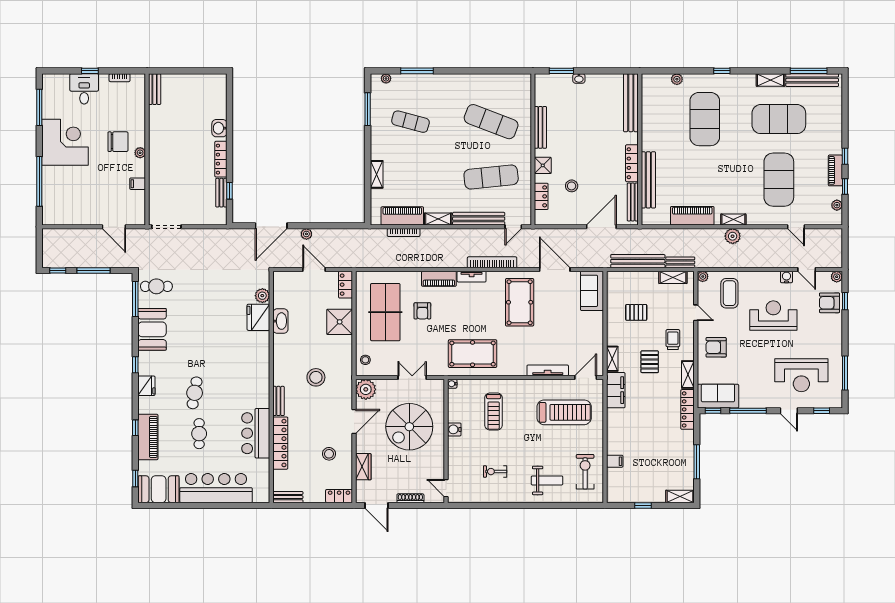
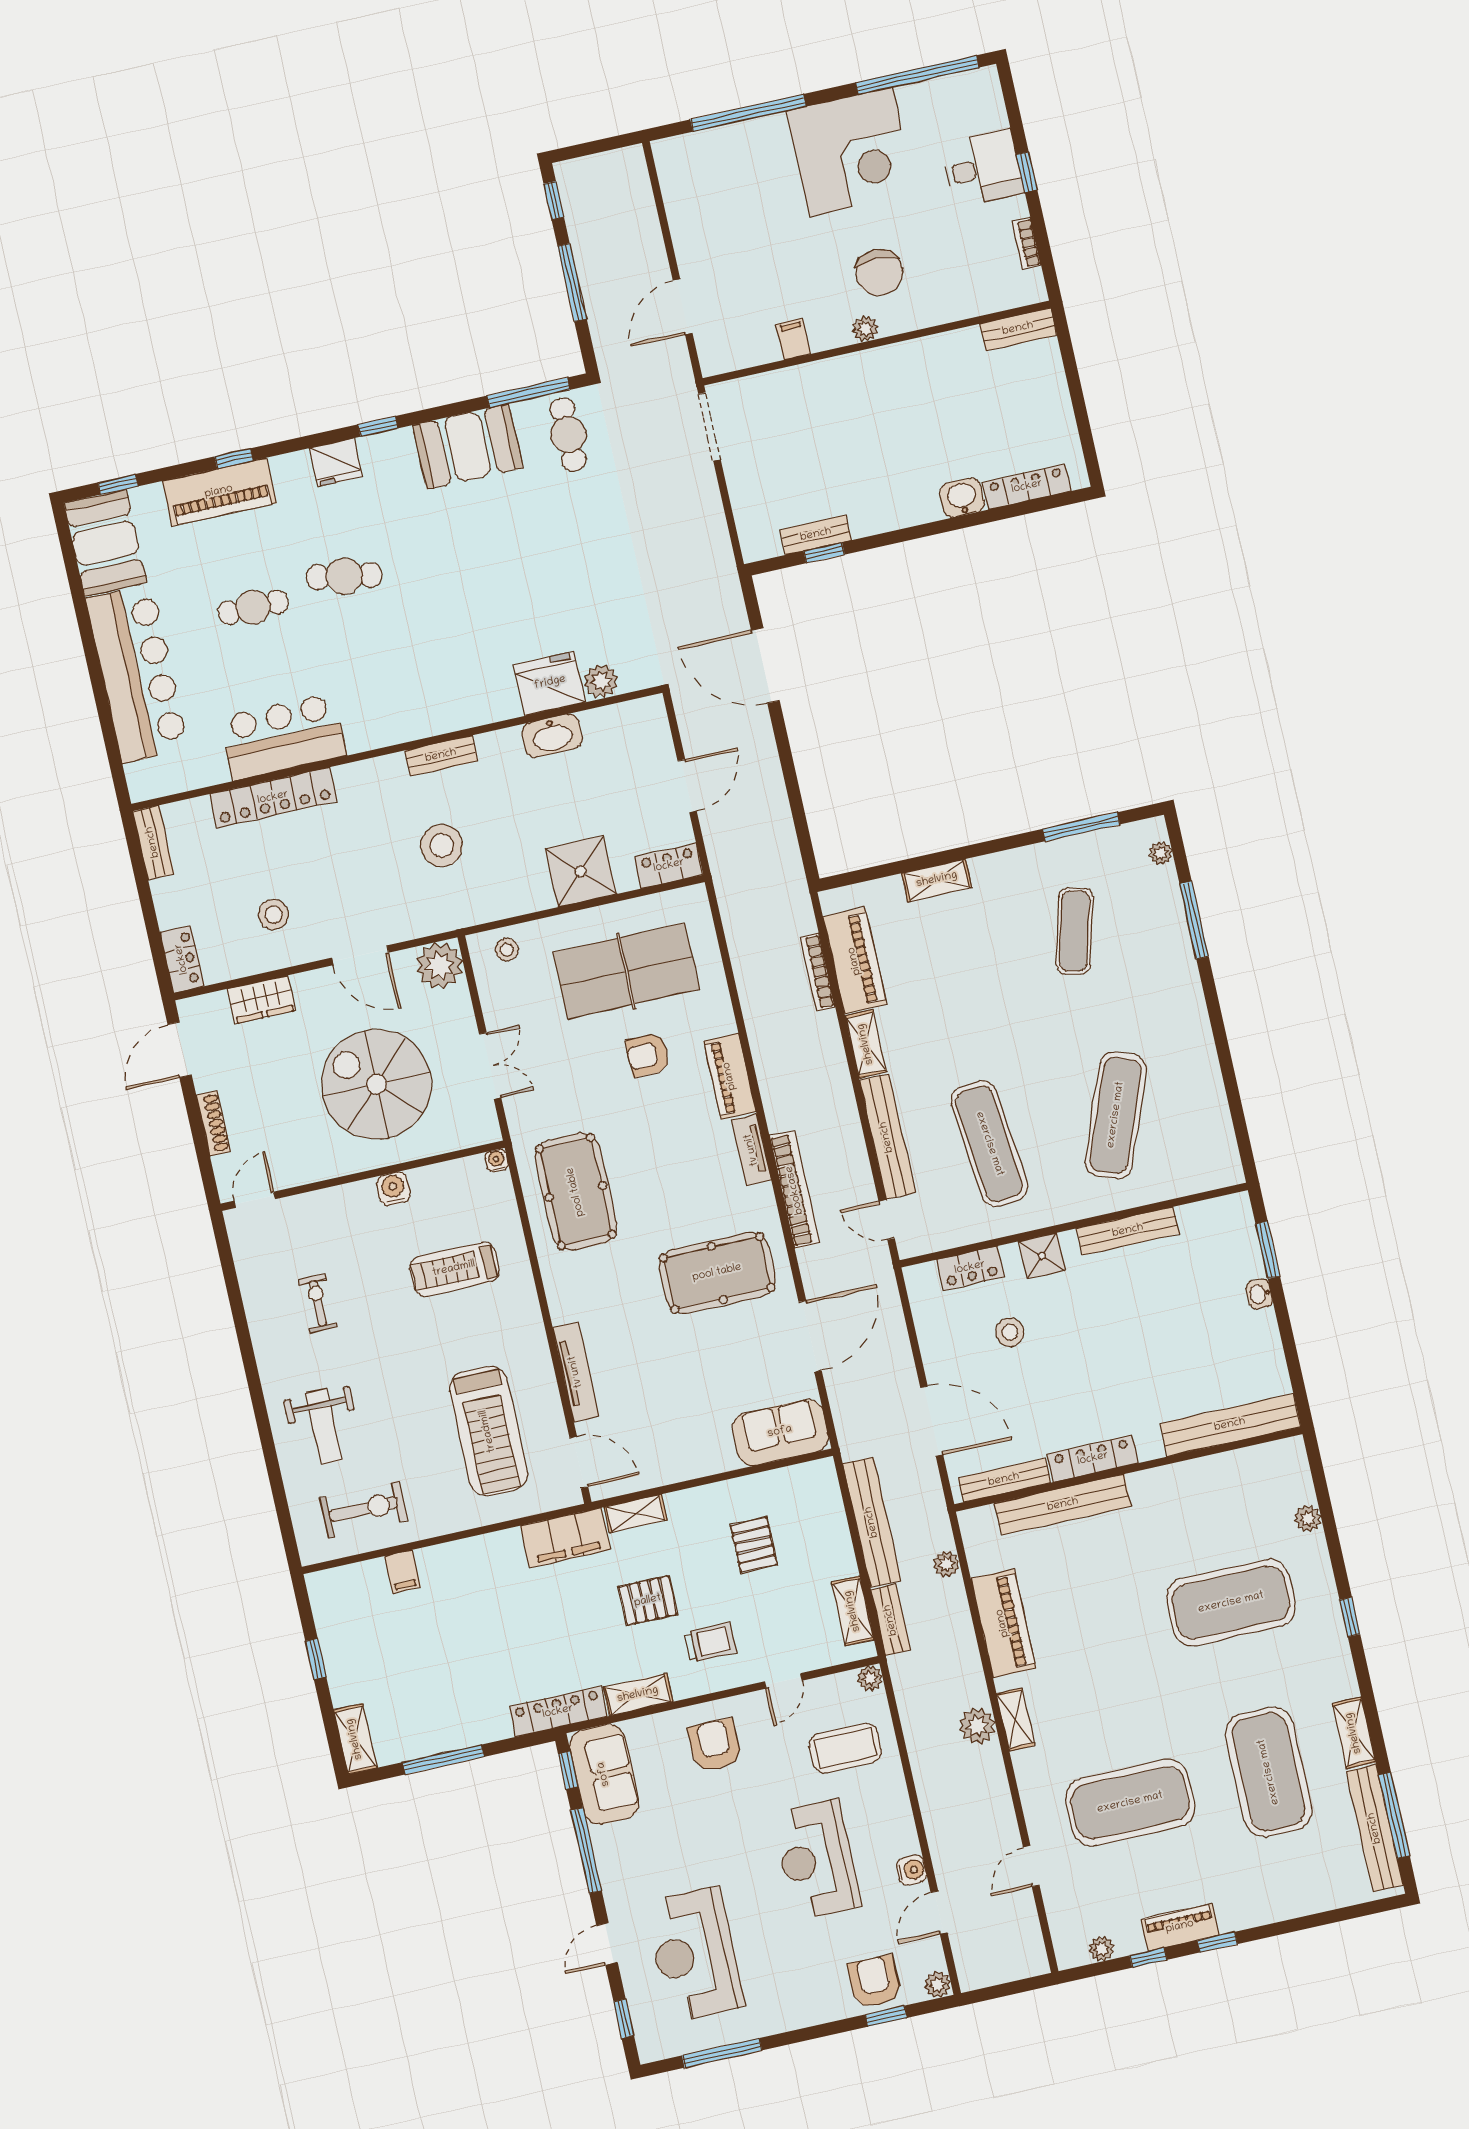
window: (39, 107) -> (917, 75), width x1.46
locker: (221, 159) -> (1027, 487), moved
plant: (306, 234) -> (946, 1564), moved
reception desk: (773, 316) -> (817, 1860), turned 180
bench: (278, 401) -> (441, 756), moved

